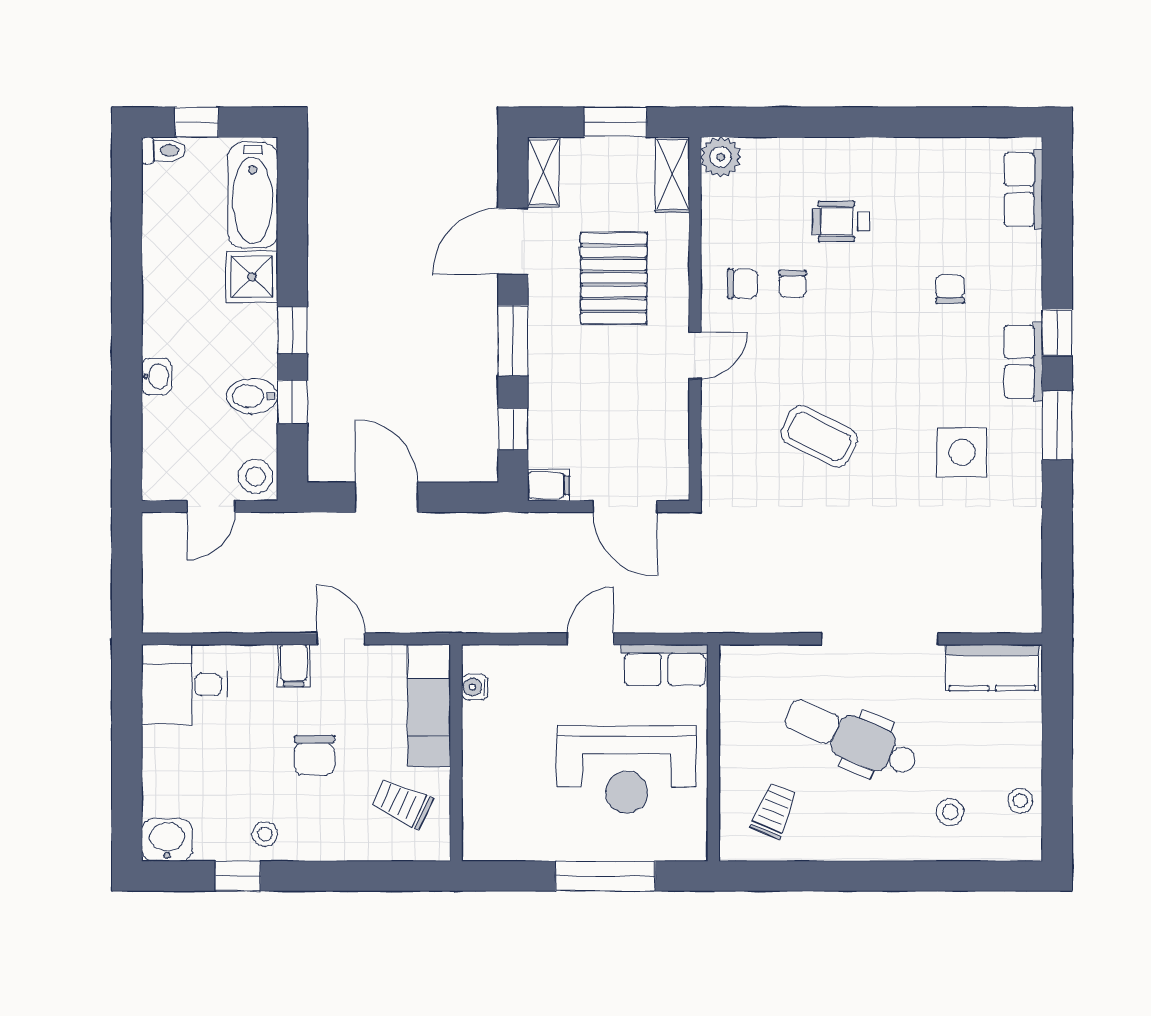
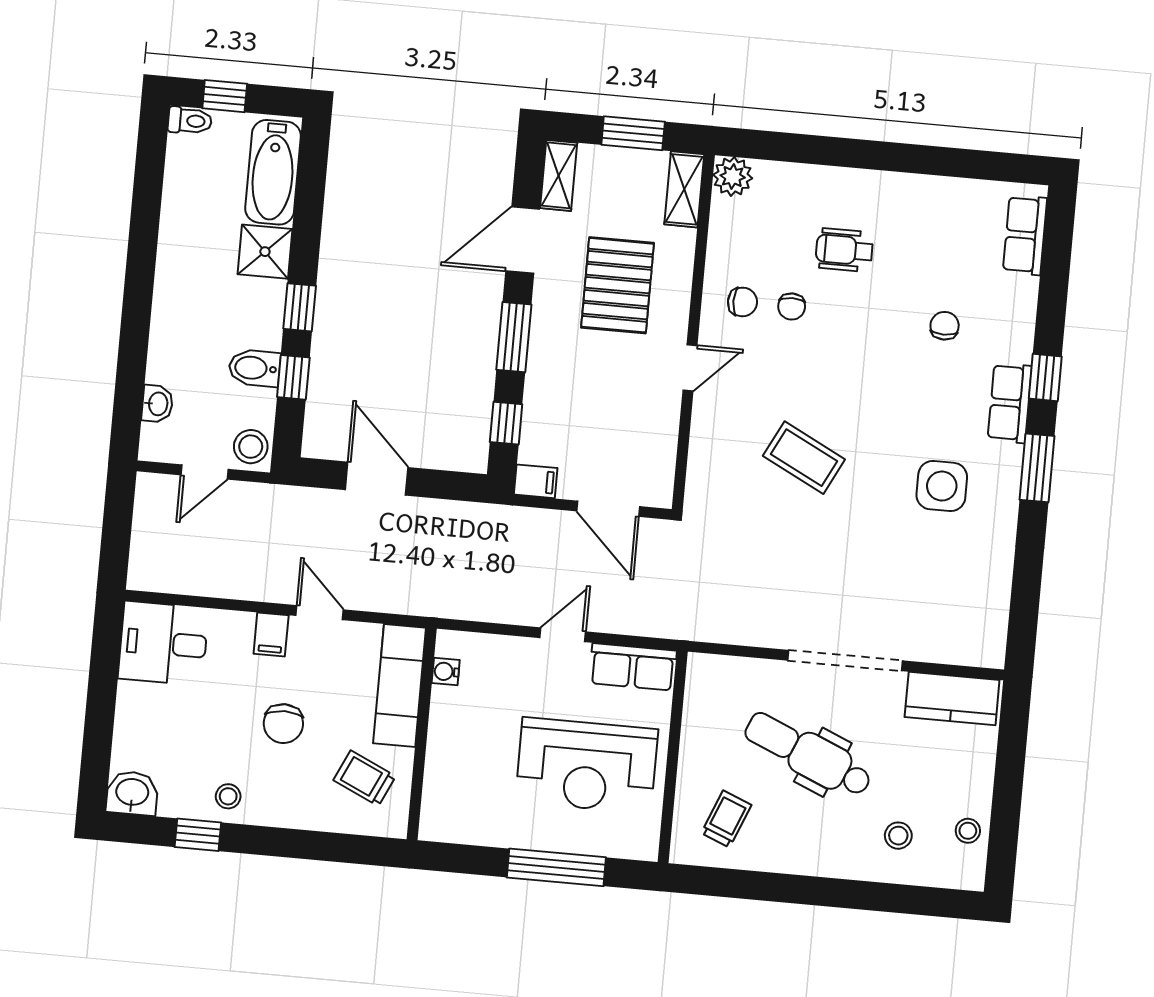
washbasin: (157, 376) -> (157, 404), moved

